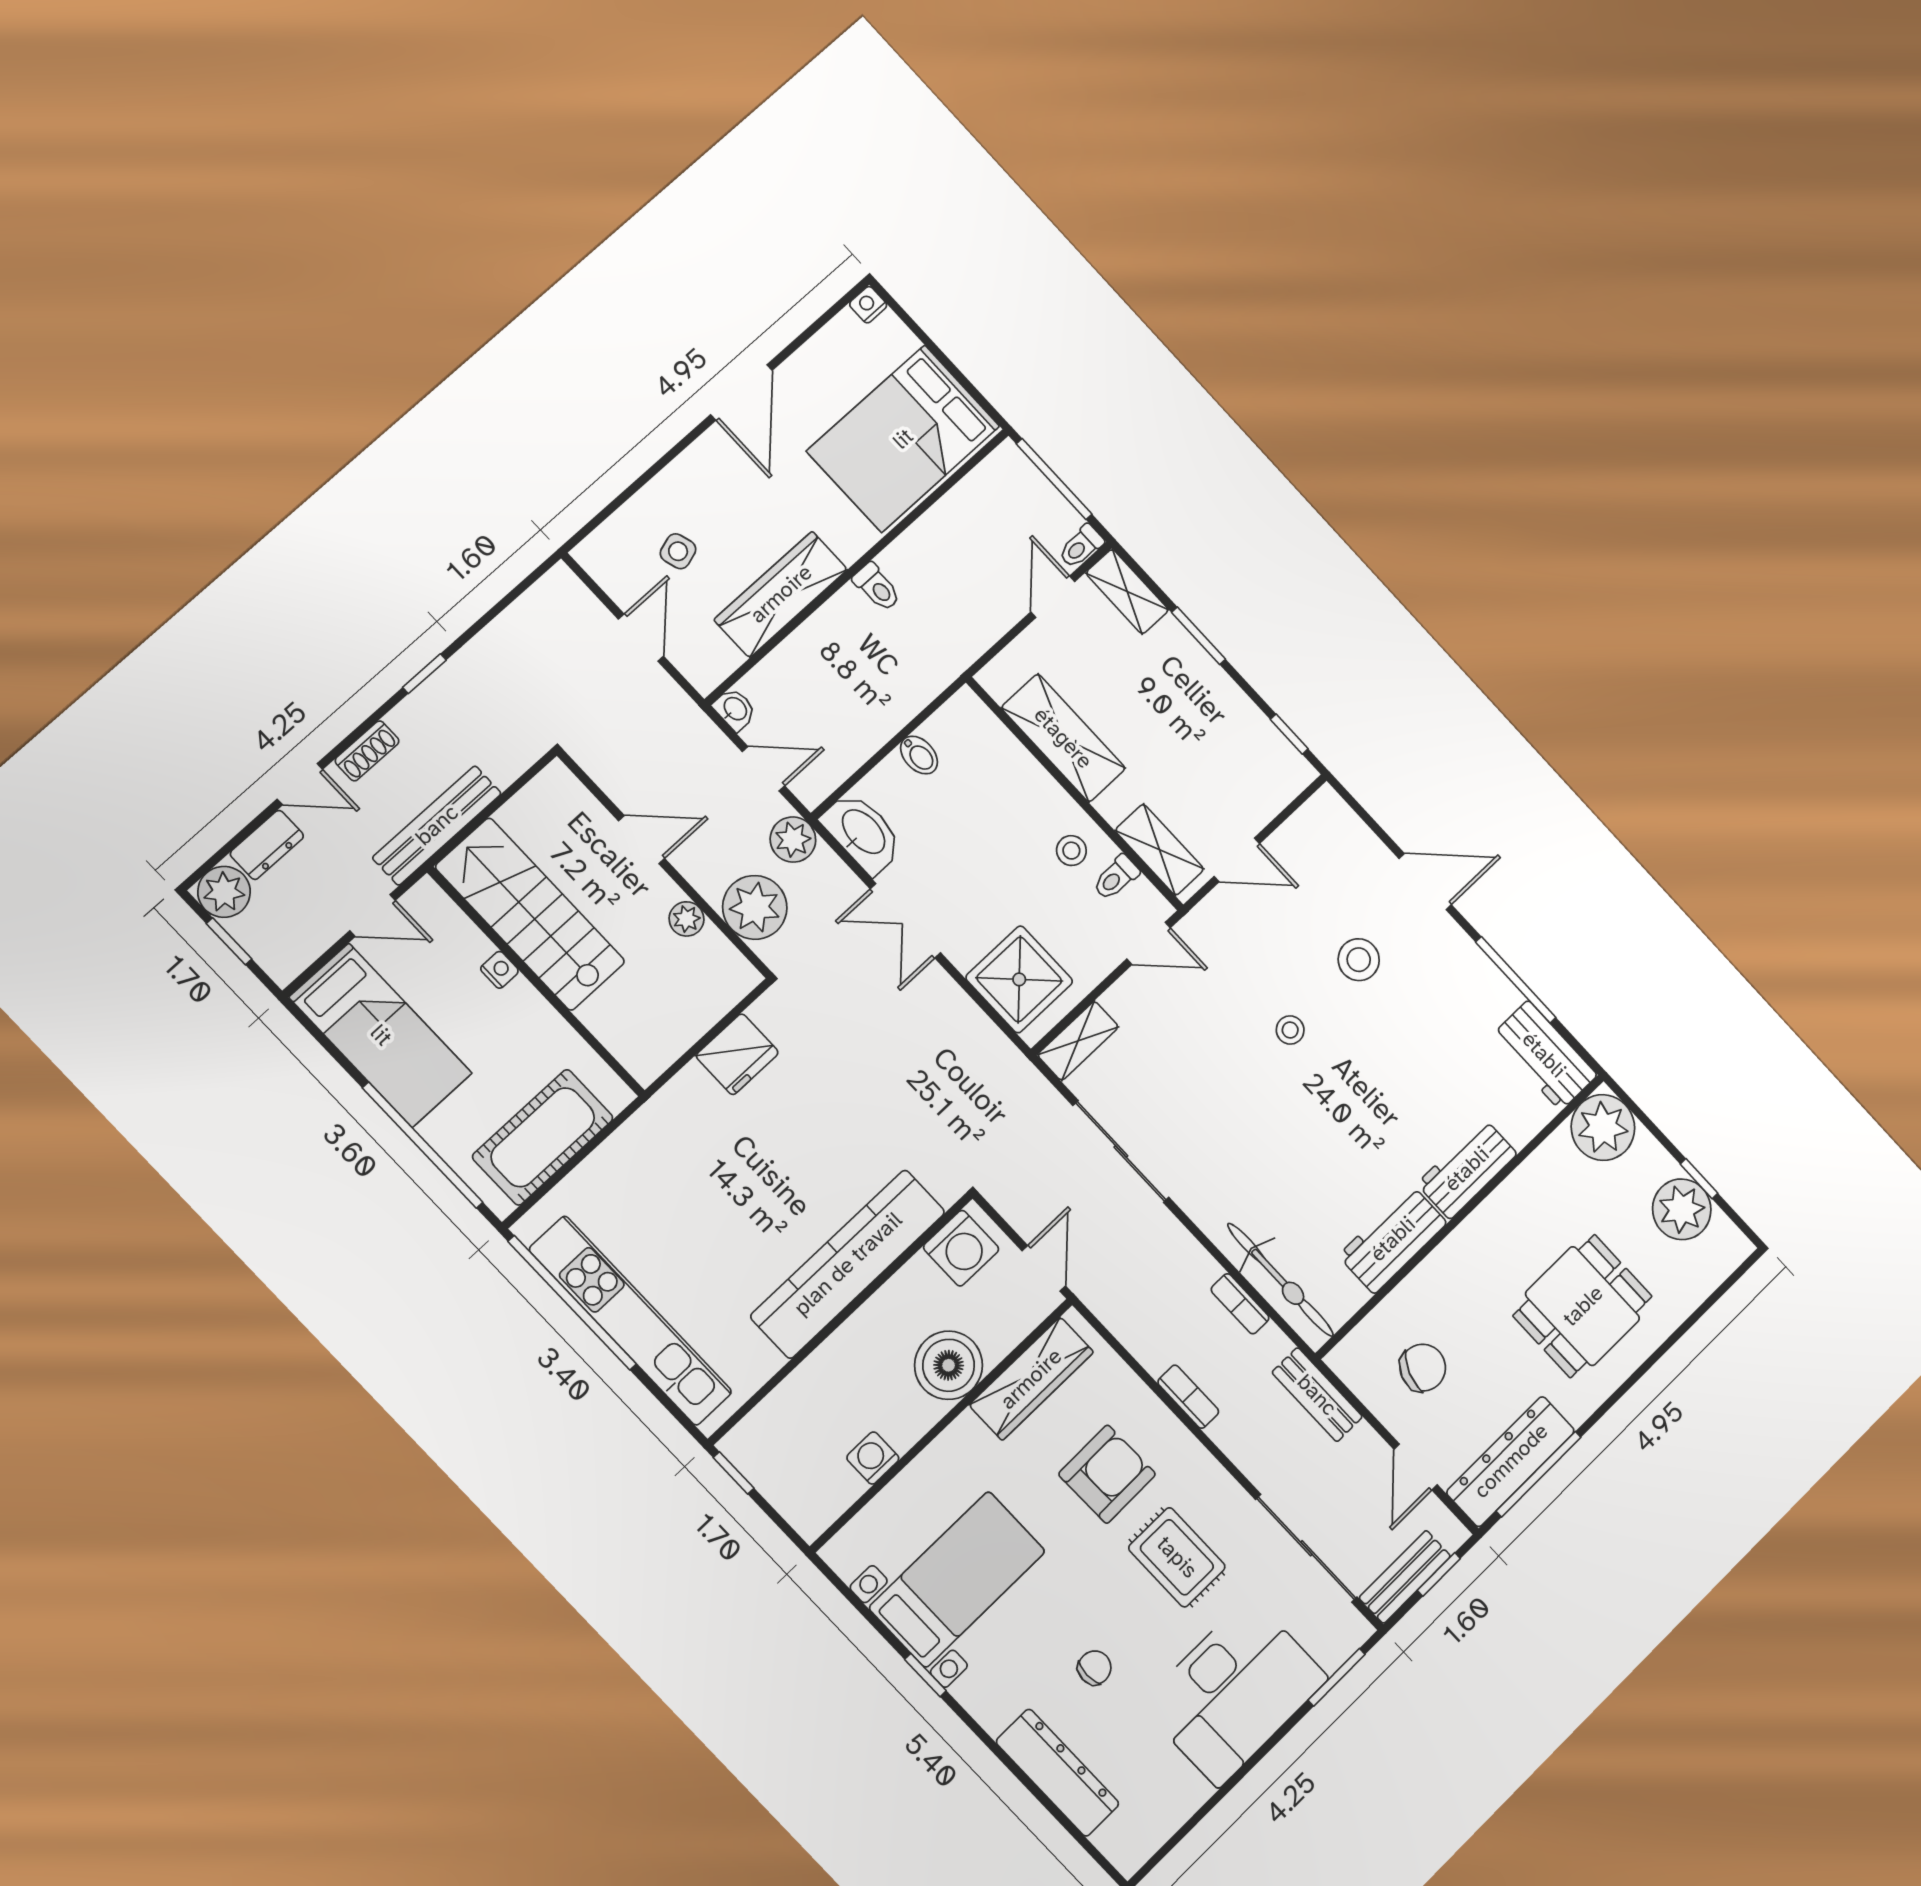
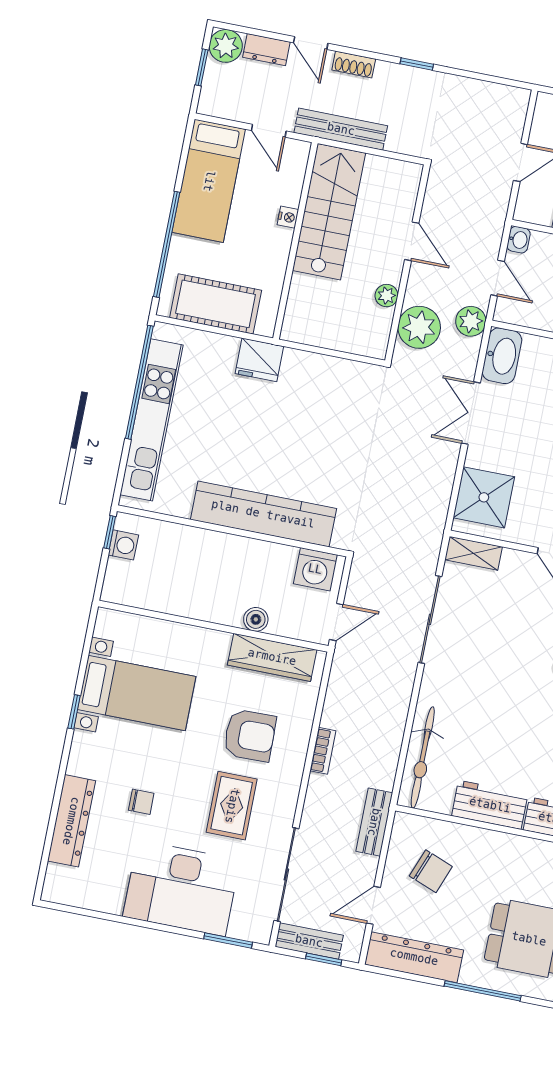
fridge: (737, 1054) -> (259, 360), moved
bookcase: (1240, 1304) -> (394, 744), removed
boiler: (949, 1365) -> (256, 619), width x0.54, depth x0.54
washing machine: (873, 1458) -> (123, 545), moved, turned 90
window: (1539, 1474) -> (483, 991), moved

